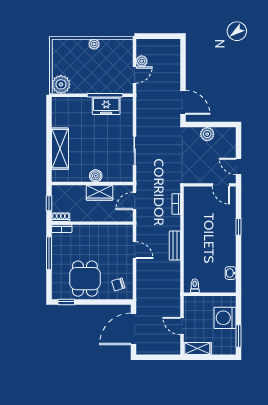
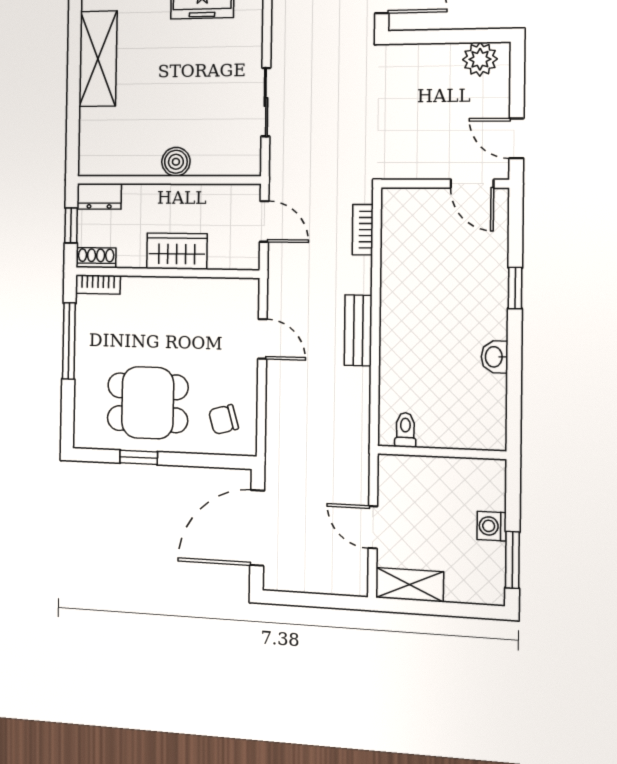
plant: (207, 134) -> (480, 59), moved
shelving: (60, 149) -> (98, 59), moved
dresser: (62, 191) -> (99, 196), added
wardrobe: (100, 193) -> (177, 251), moved, turned 180
door: (135, 201) -> (264, 221), swing flipped
washbasin: (231, 273) -> (495, 357), moved
dining table: (85, 279) -> (148, 403), turned 90
window: (66, 302) -> (139, 457), moved
washing machine: (225, 318) -> (492, 526), width x0.53, depth x0.53

